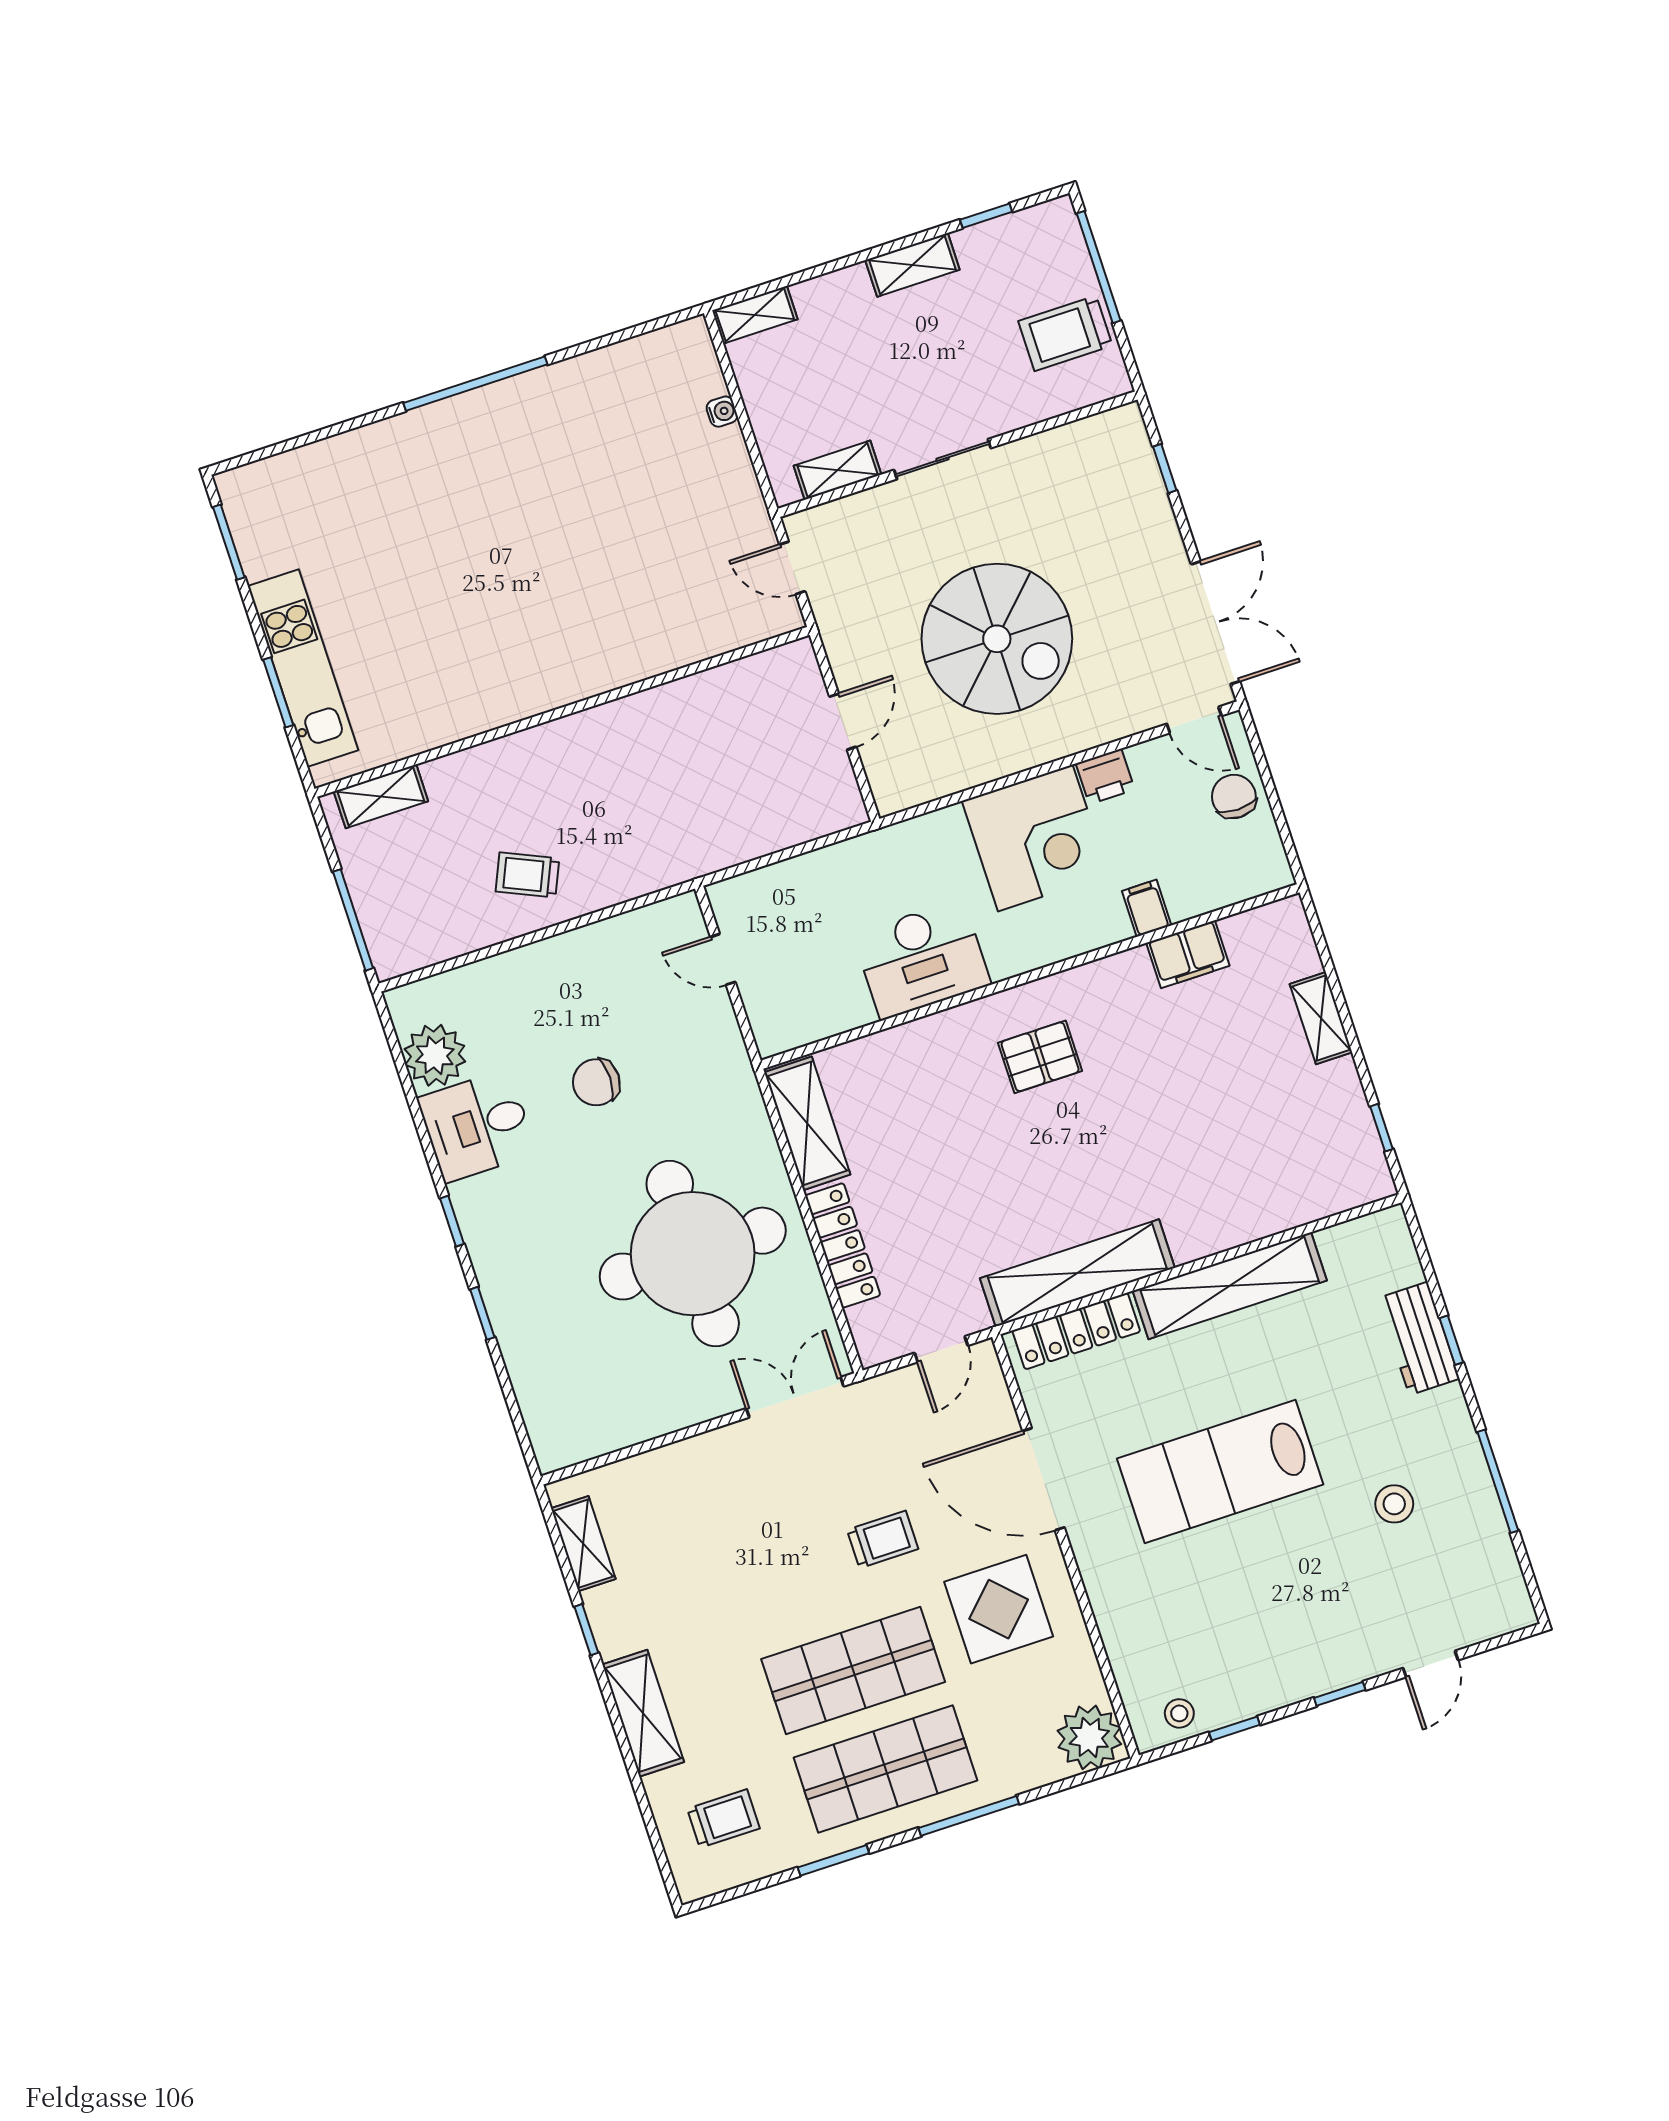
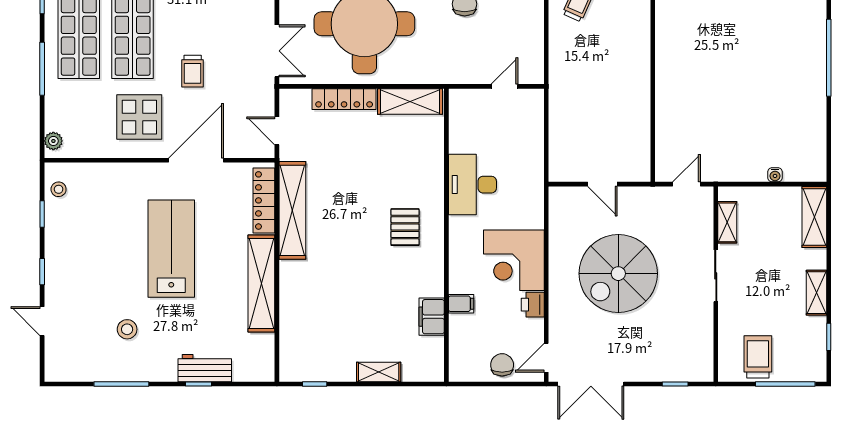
shelving: (755, 315) -> (814, 217), width x1.50, depth x1.33
chair: (1234, 796) -> (502, 365), turned -90
plant: (1089, 1737) -> (53, 141), width x0.53, depth x0.53

